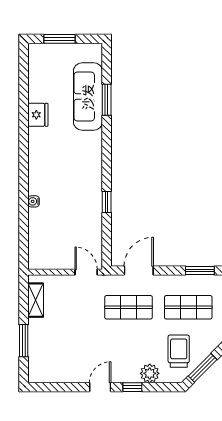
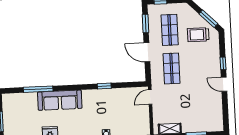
sofa: (88, 97) -> (60, 100), moved
window: (107, 100) -> (38, 89), width x1.44
door: (139, 271) -> (147, 52), moved
plant: (150, 373) -> (214, 53), removed

